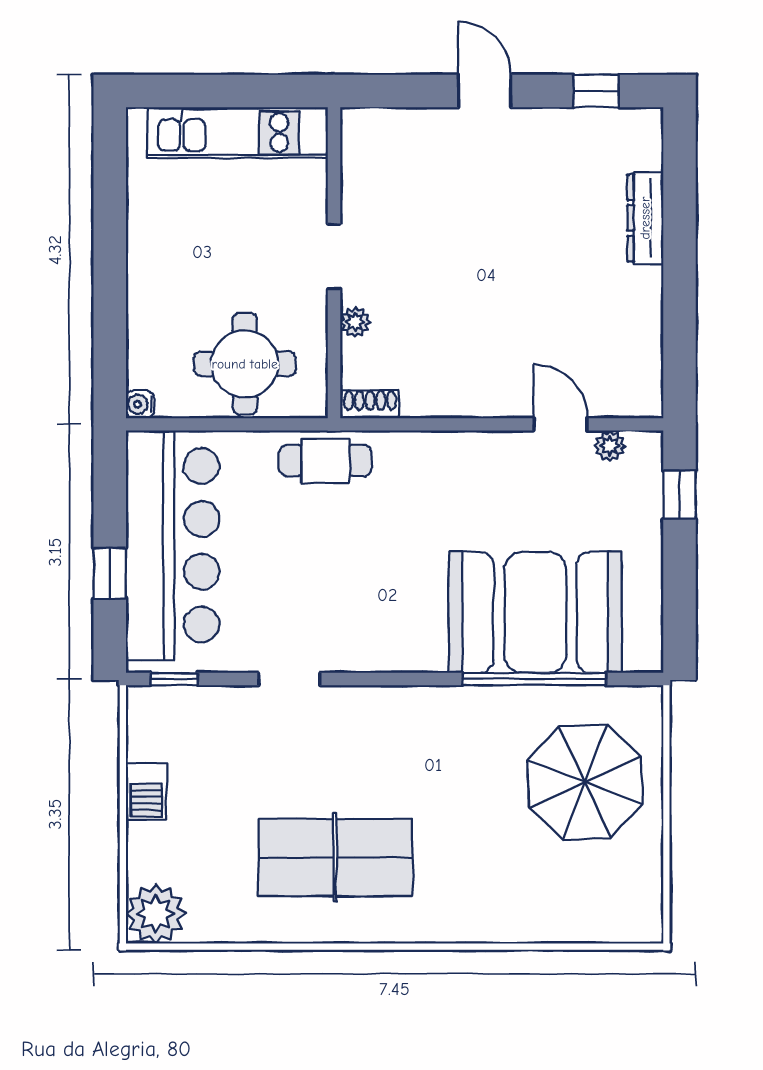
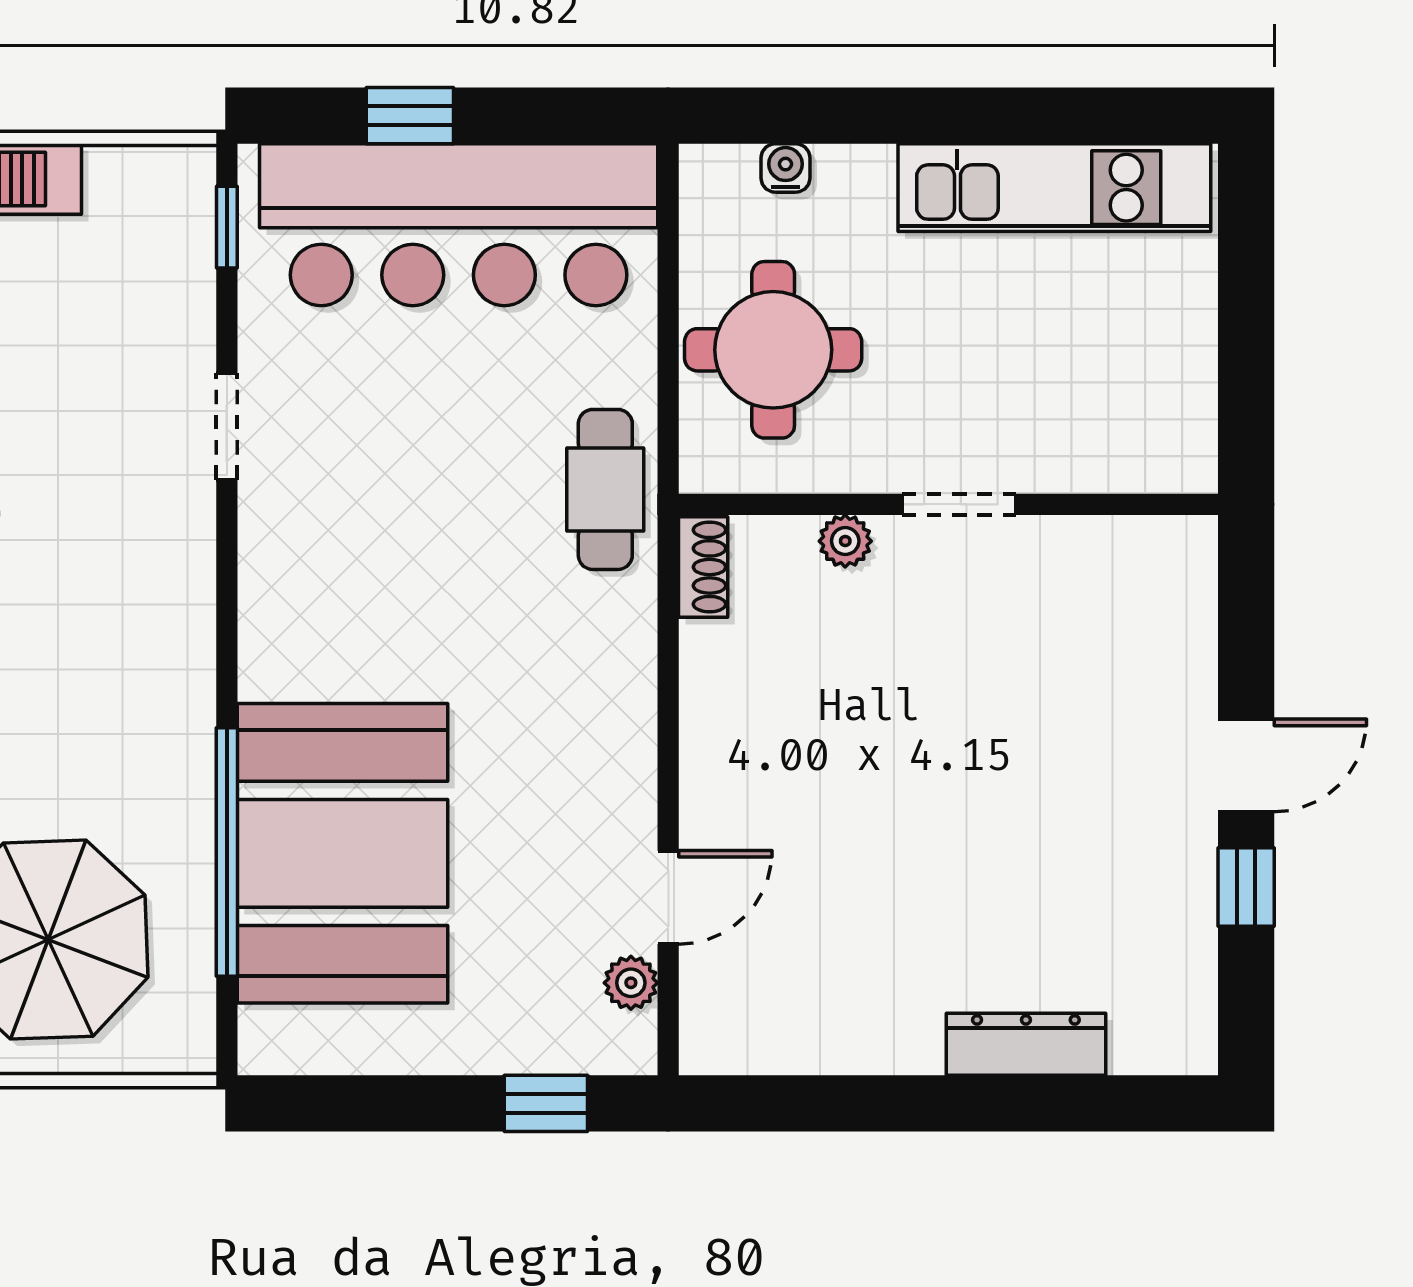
window: (596, 91) -> (1246, 887), moved
kitchen unit: (238, 133) -> (1054, 188), moved, turned -90
water cooler: (140, 404) -> (786, 168), moved

